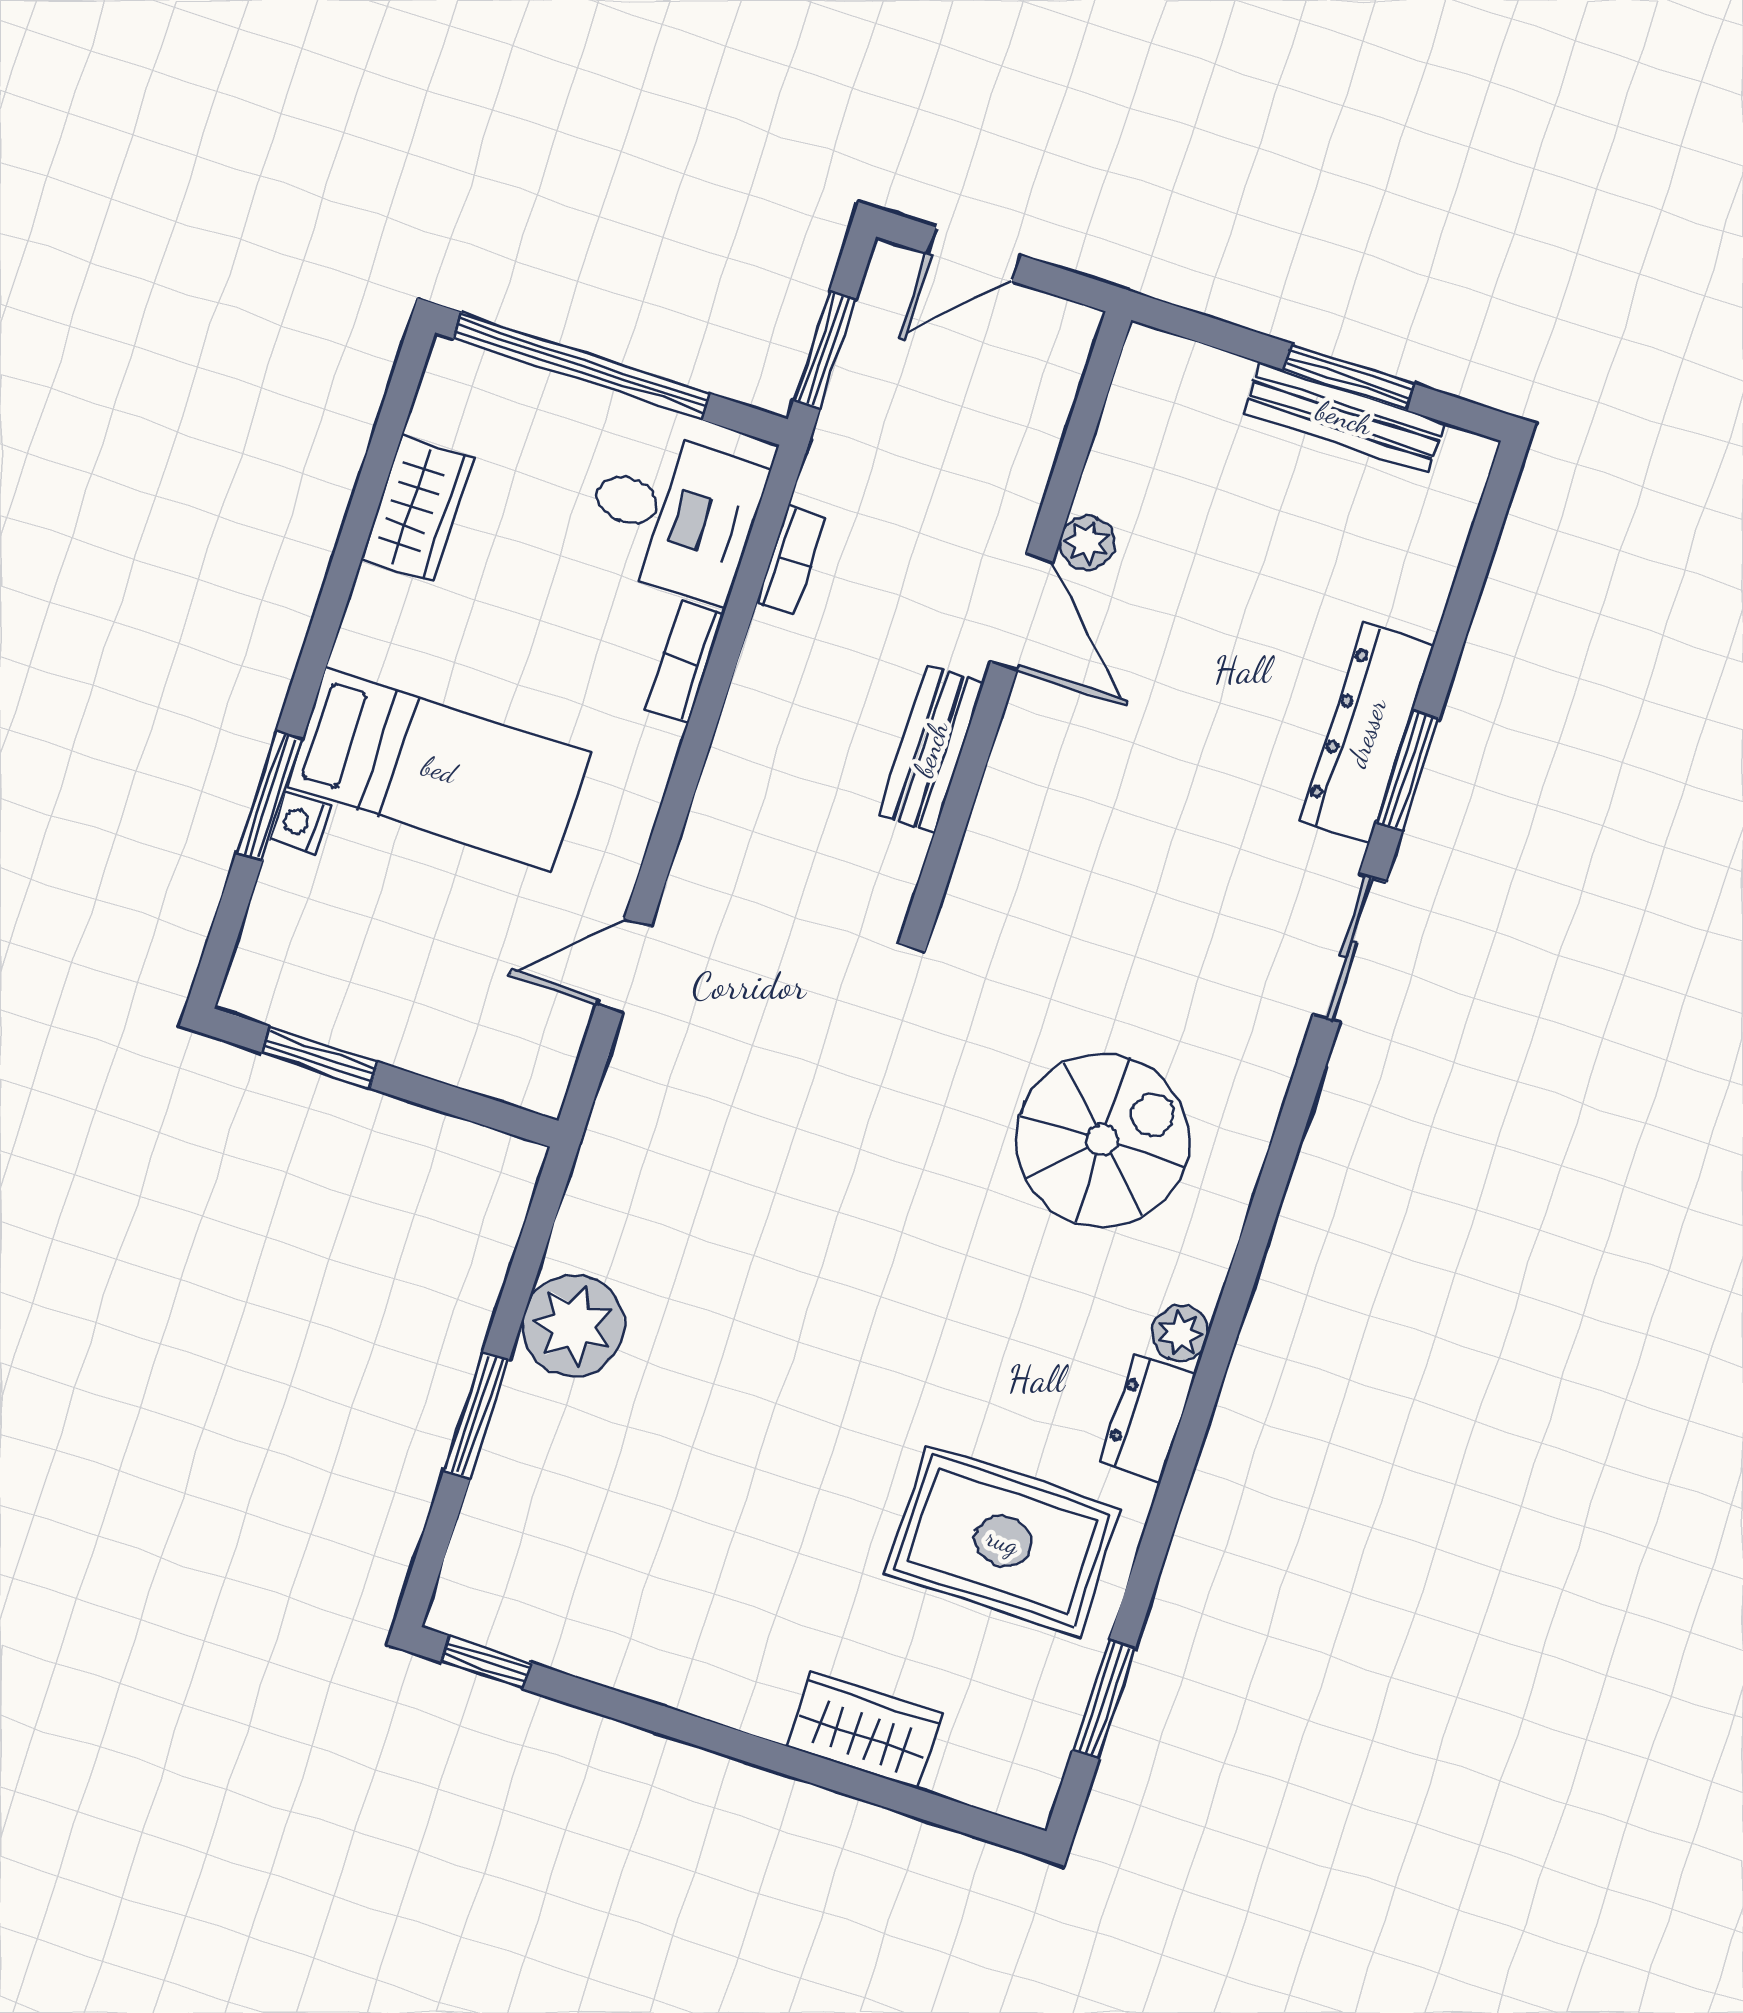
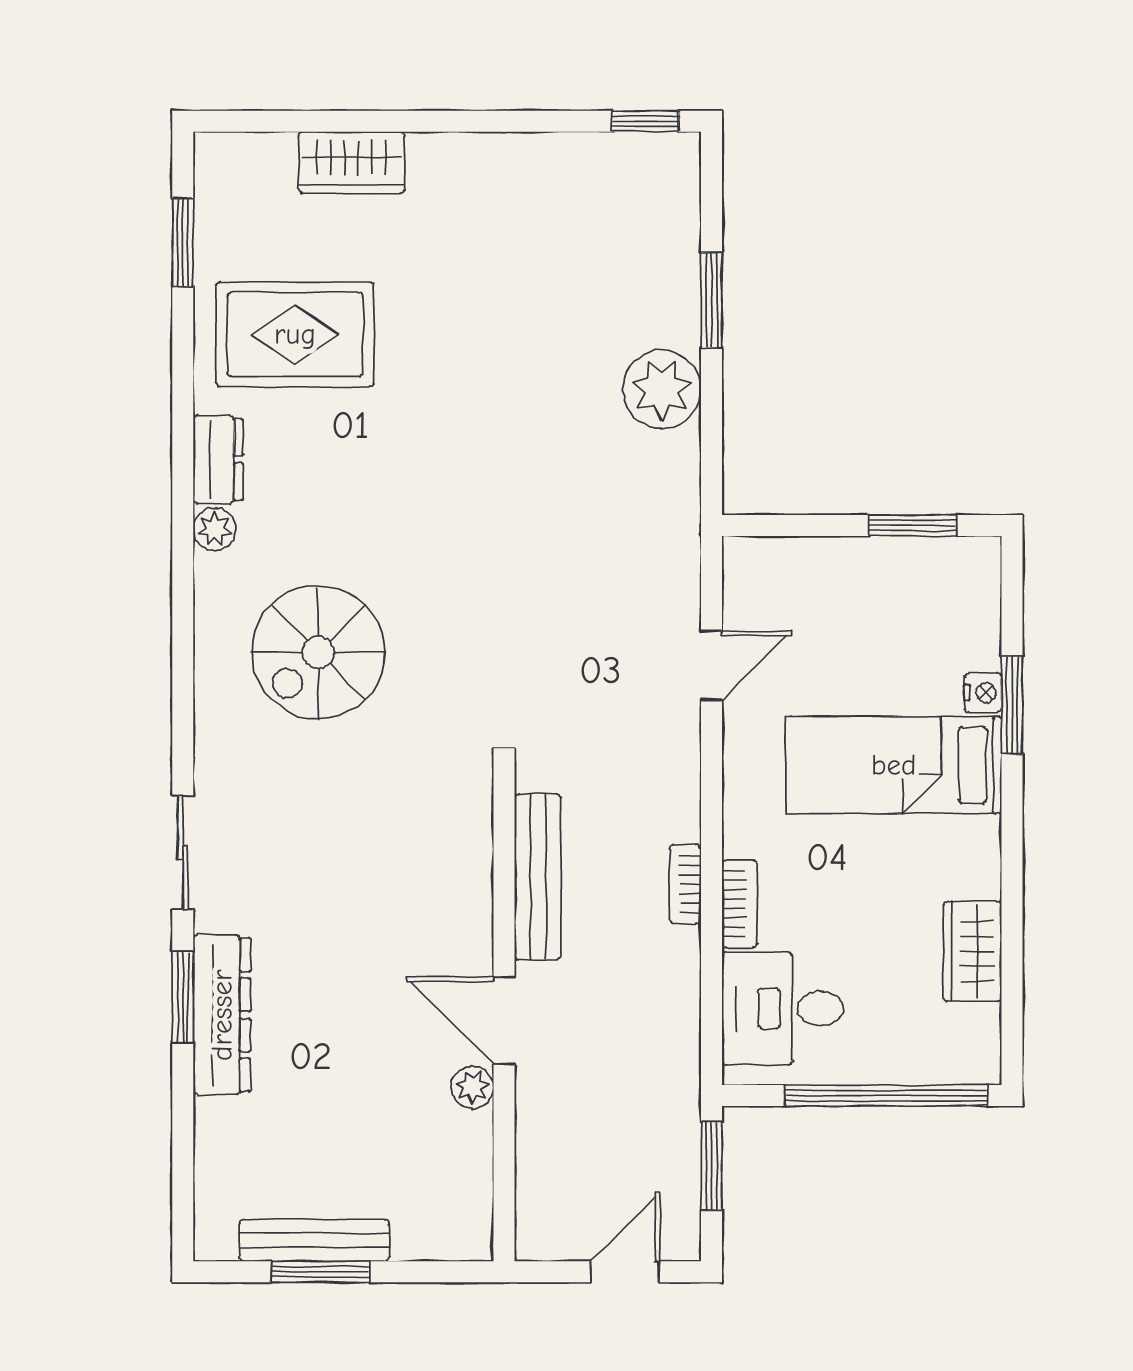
bookcase: (792, 560) -> (685, 884), moved
bench: (931, 749) -> (538, 877), width x1.36

